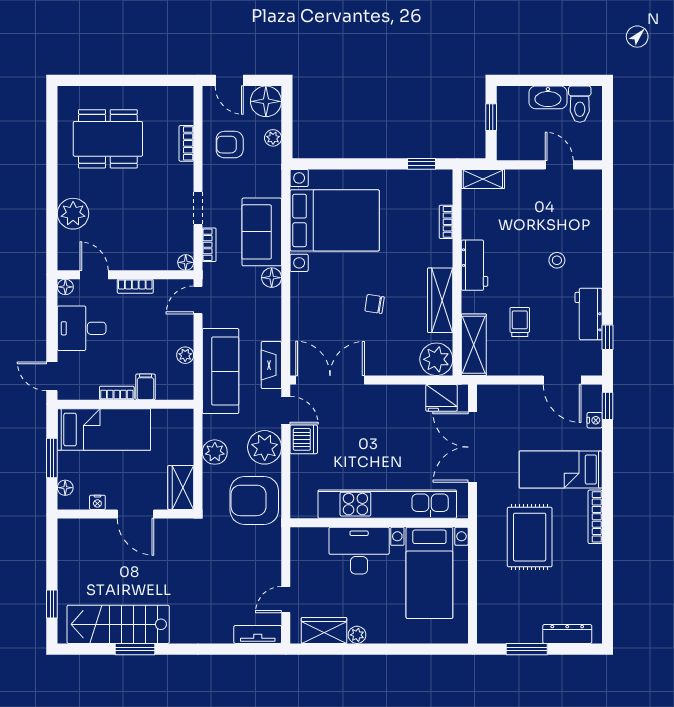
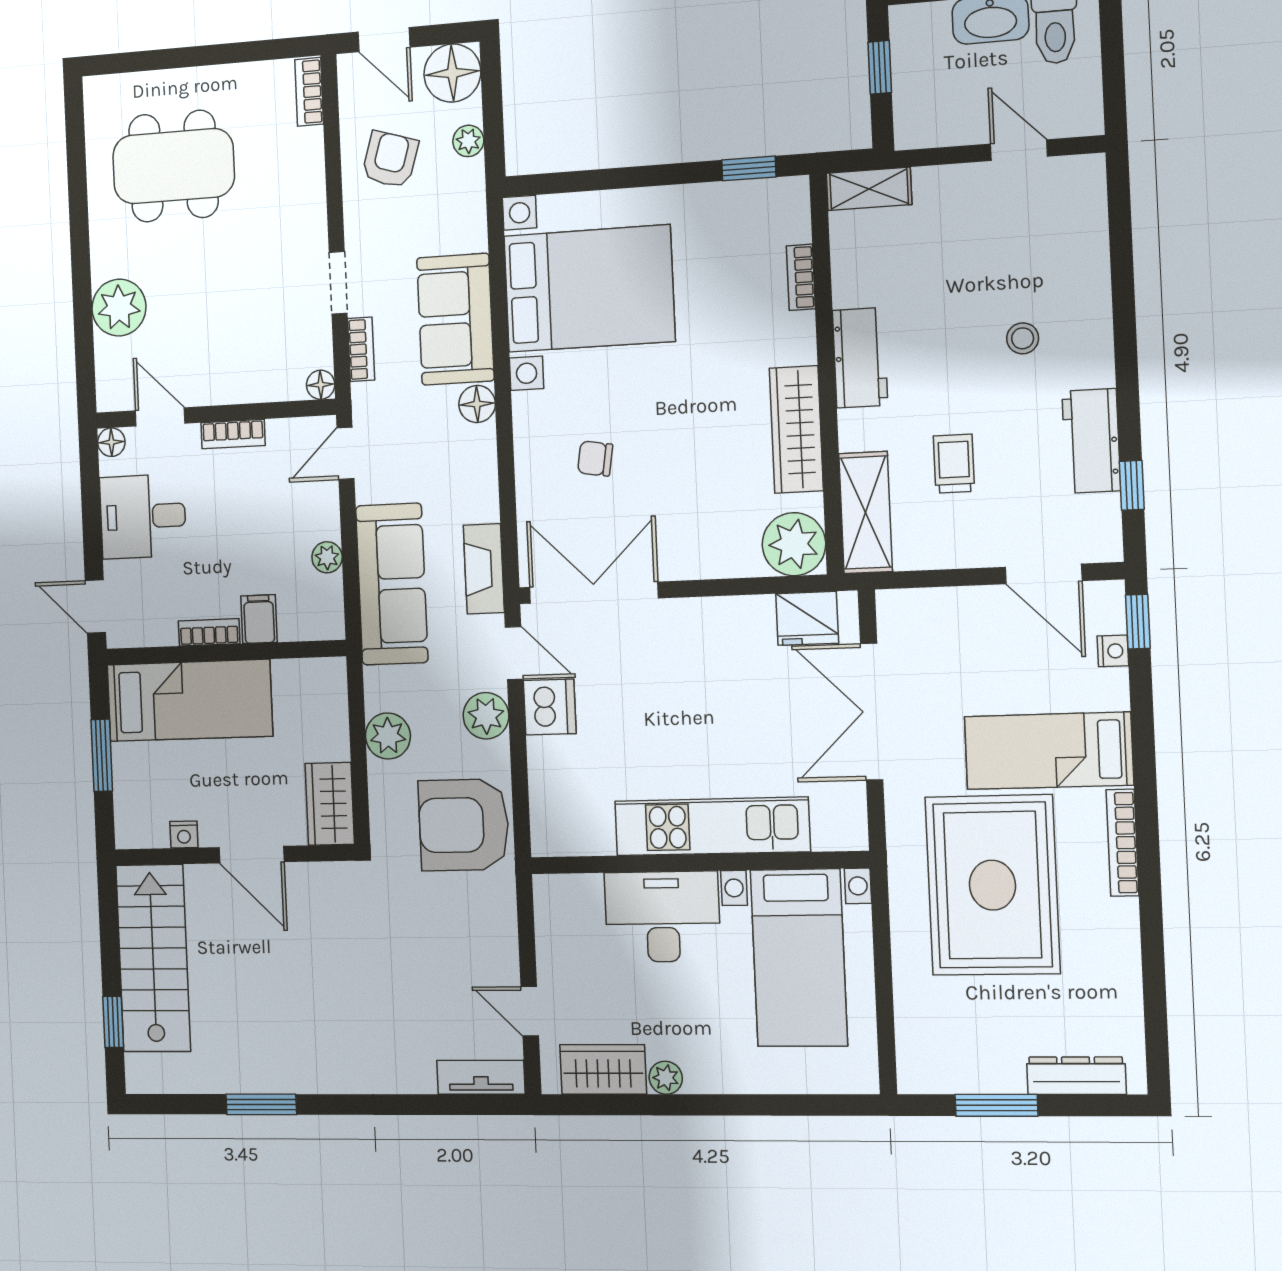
bookcase: (186, 143) -> (309, 92), moved
armchair: (230, 145) -> (390, 160), turned 107
chair: (375, 304) -> (595, 459), moved
plant: (265, 447) -> (486, 716), width x0.73, depth x0.73
floor lamp: (65, 488) -> (127, 809), removed
kitchen unit: (387, 504) -> (712, 826), width x0.73
rug: (530, 537) -> (992, 885), width x1.37, depth x1.44
door: (286, 600) -> (530, 1011), hinge flipped
stairs: (118, 624) -> (153, 958), moved, turned 90

